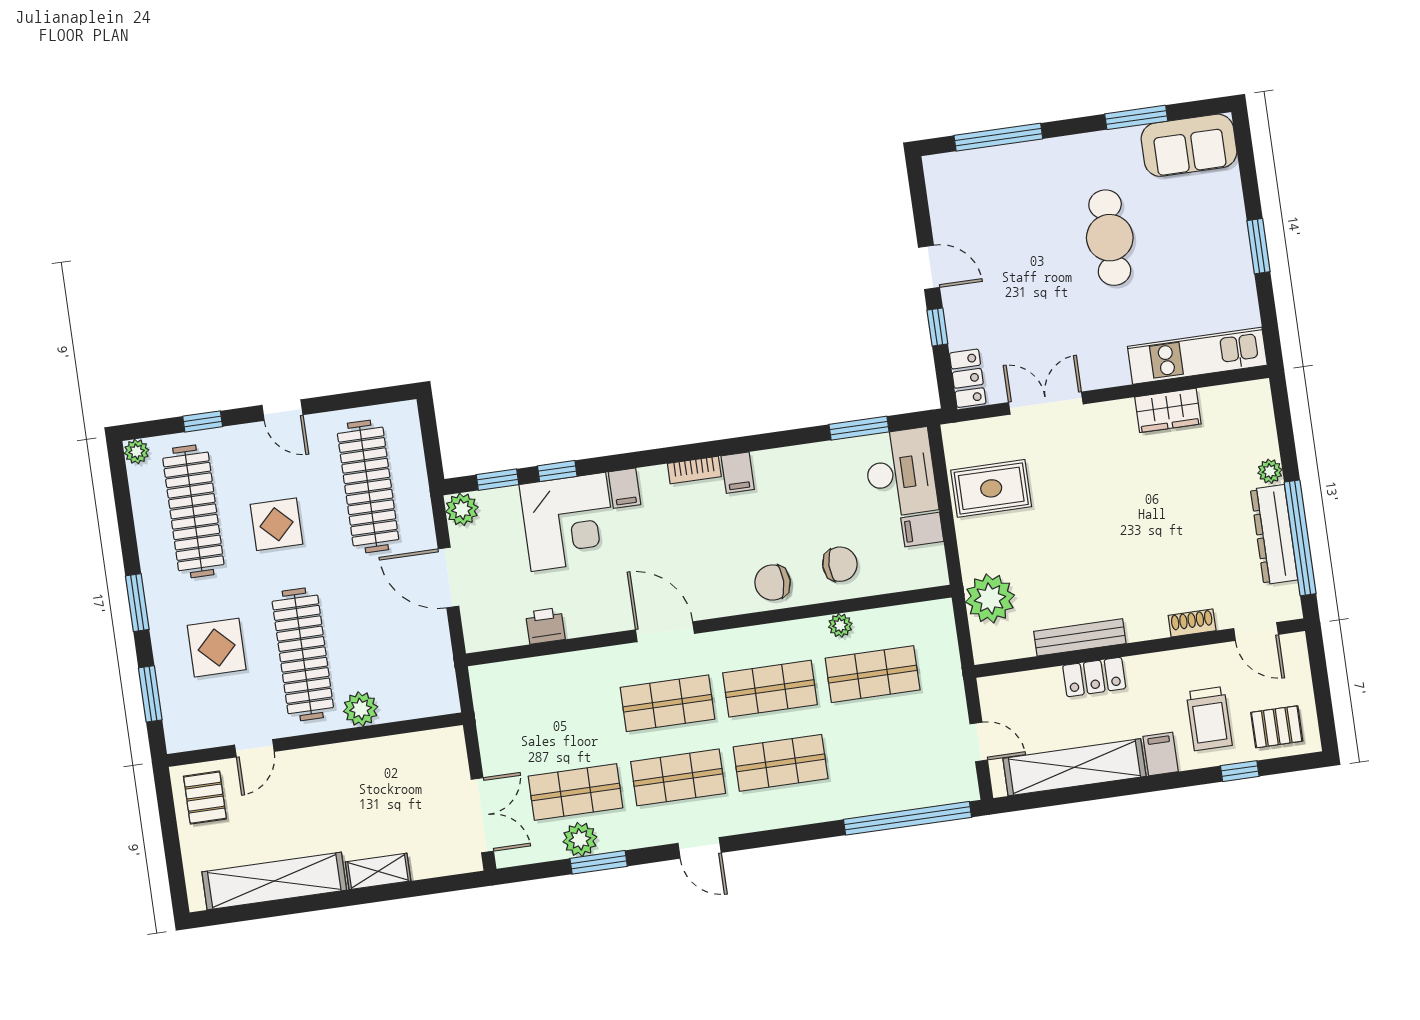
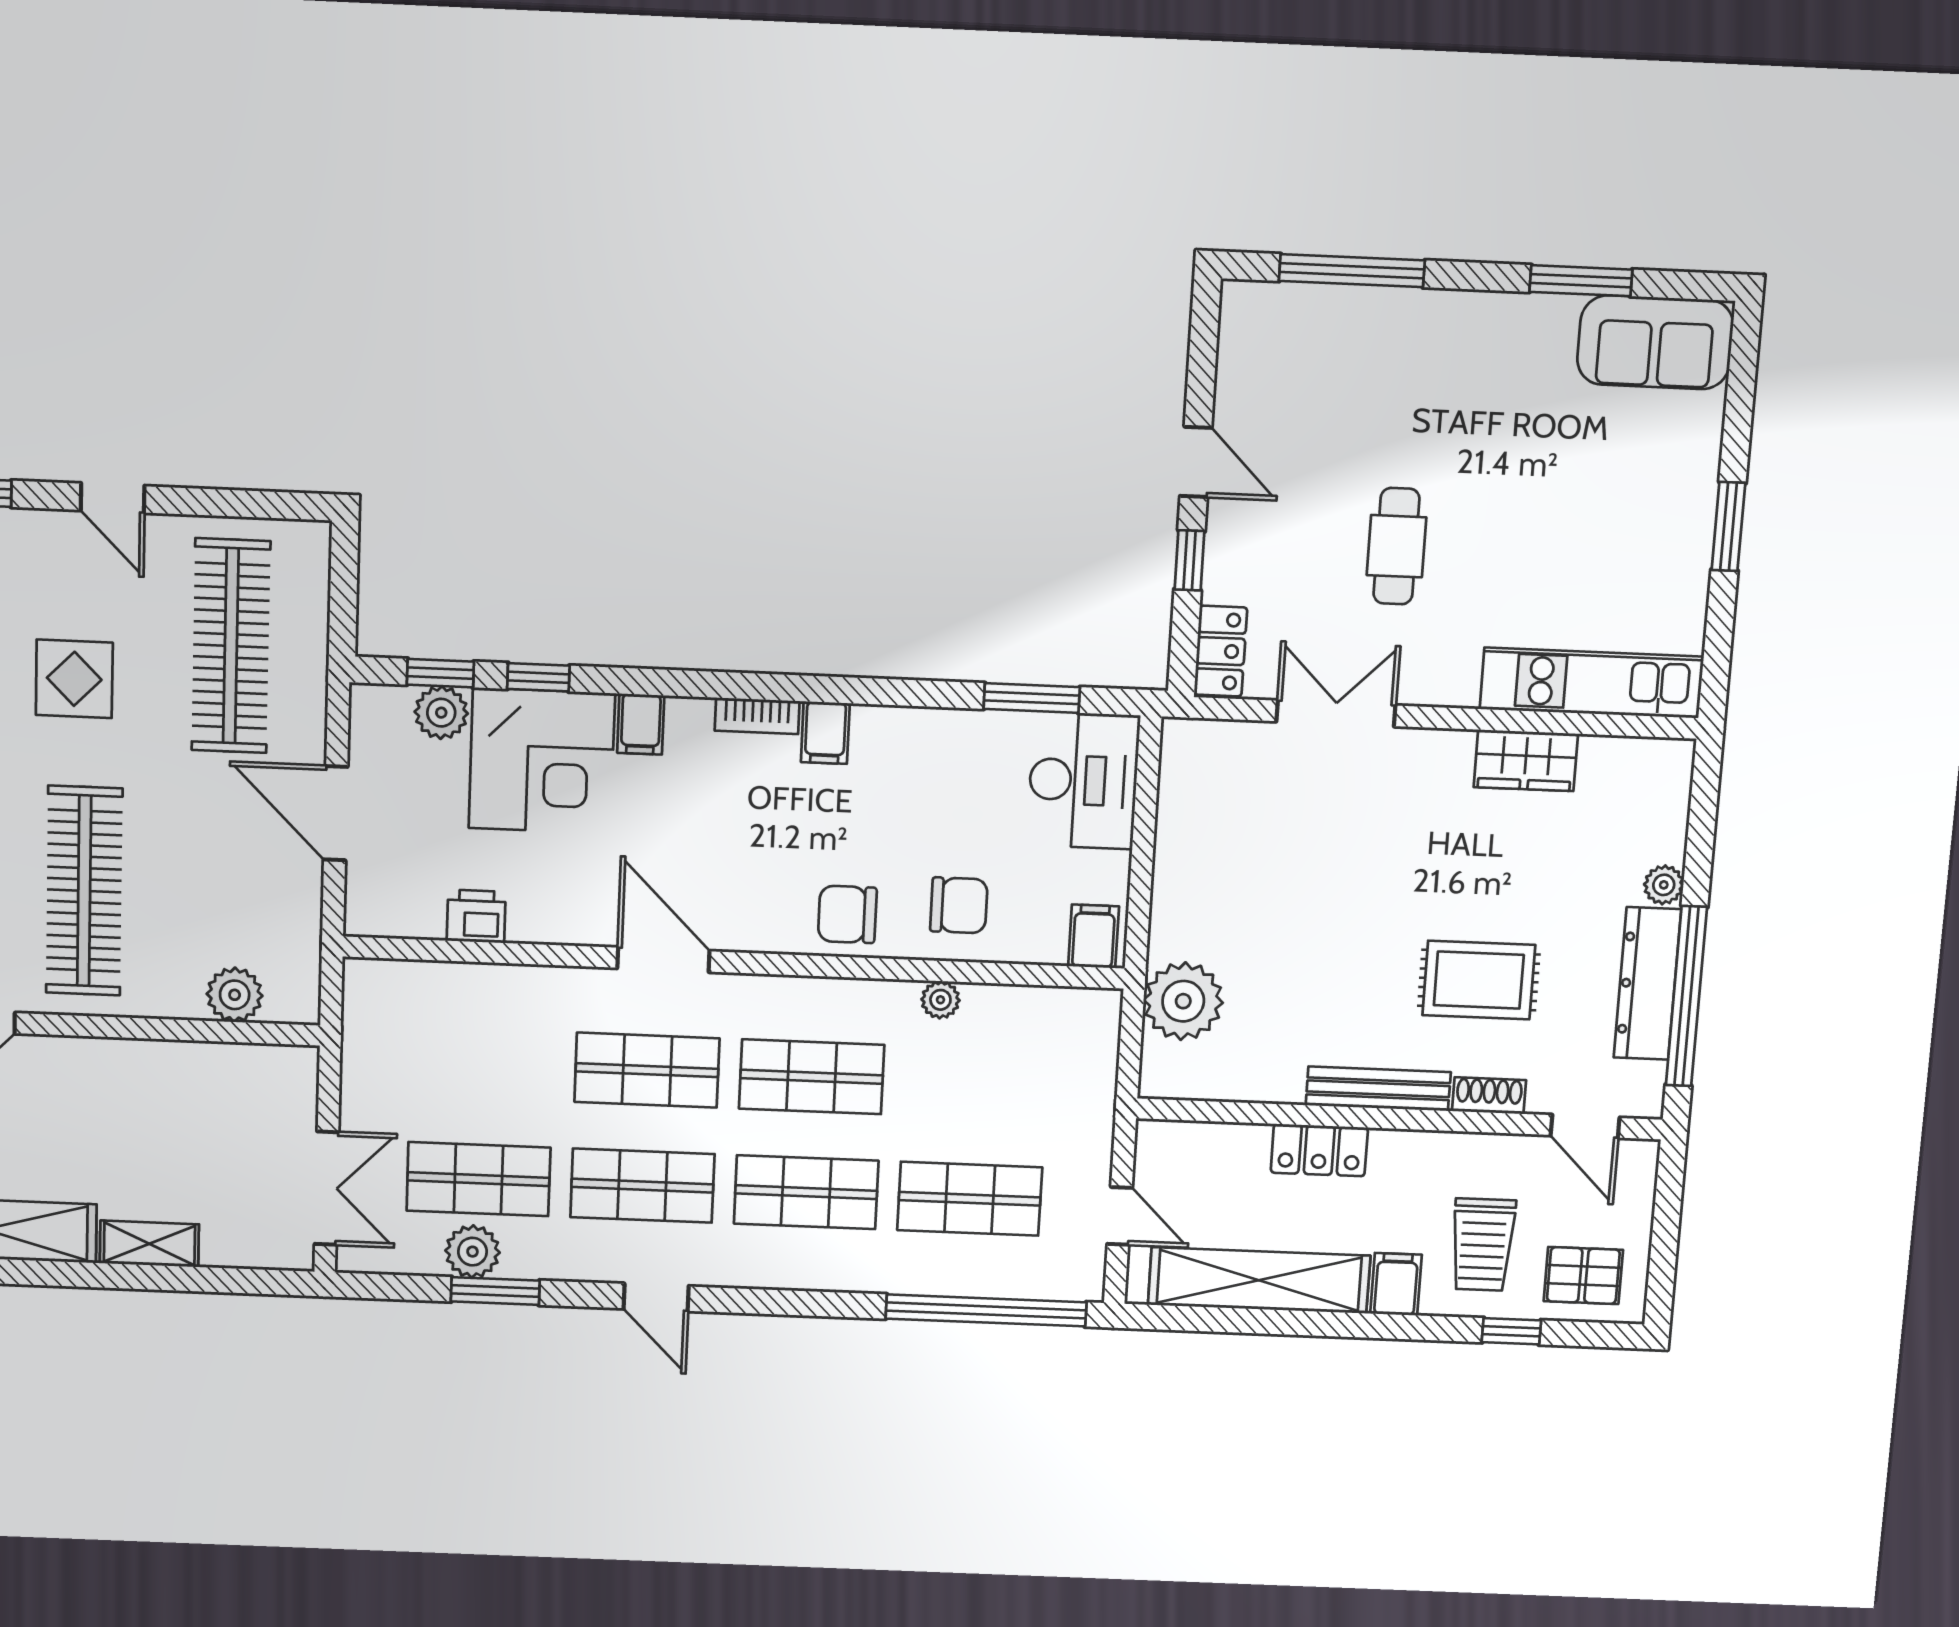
cafe table: (1110, 238) -> (1397, 546), moved, width x0.73, depth x0.74
rug: (991, 488) -> (1479, 980), moved
plant: (462, 509) -> (441, 713), moved
filing cabinet: (922, 530) -> (1094, 936), moved, turned 90
bench: (1080, 637) -> (1378, 1089), moved
shop shelf: (873, 674) -> (970, 1199), moved
plant: (361, 709) -> (235, 995), moved

